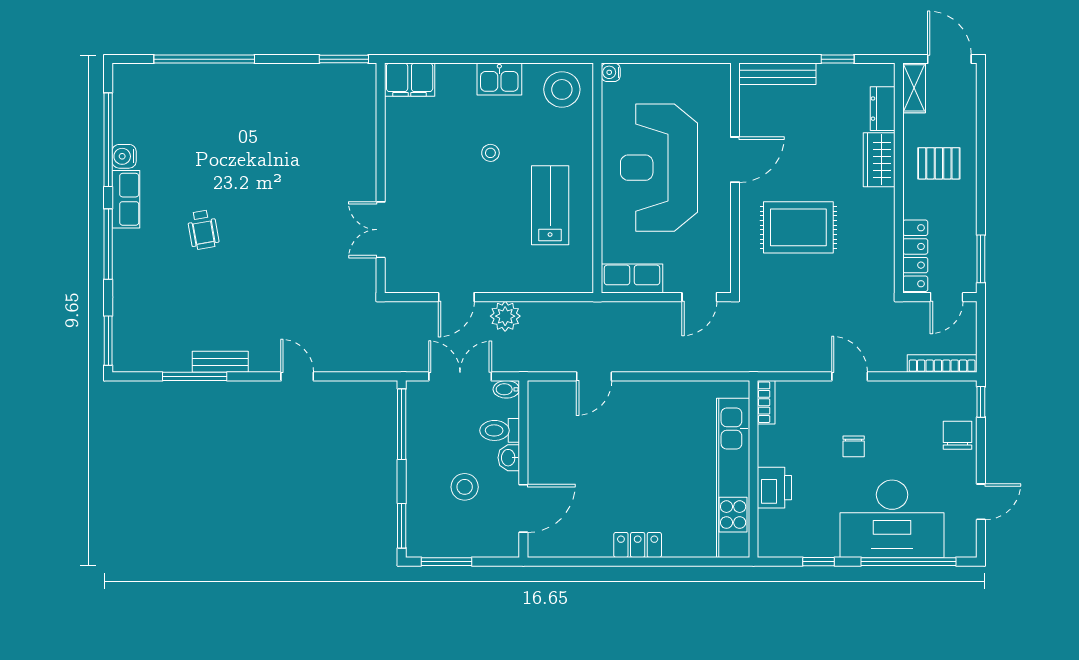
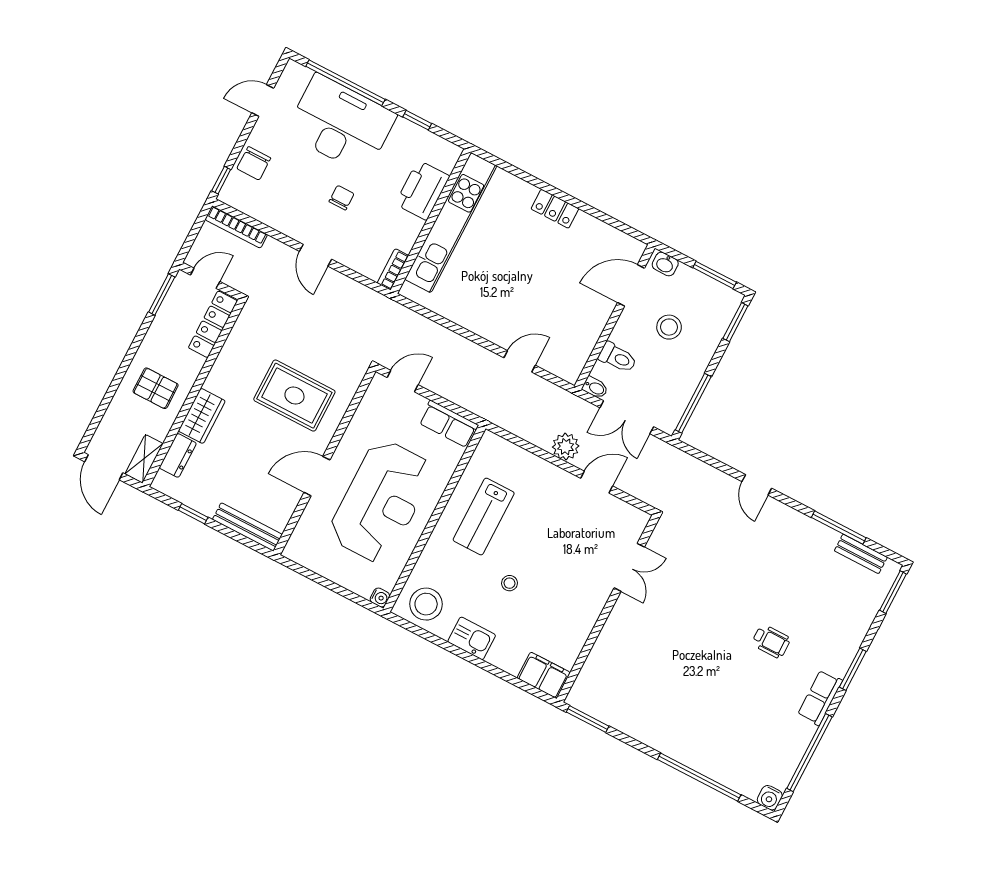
water cooler: (124, 156) -> (770, 798), moved, turned 90
wheelchair: (203, 230) -> (771, 641), turned 100
window: (108, 244) -> (853, 669), width x0.69
bench: (220, 362) -> (861, 554), moved
washbasin: (509, 458) -> (665, 264), moved, turned 90
printer: (774, 488) -> (422, 190), width x1.37, depth x1.19

